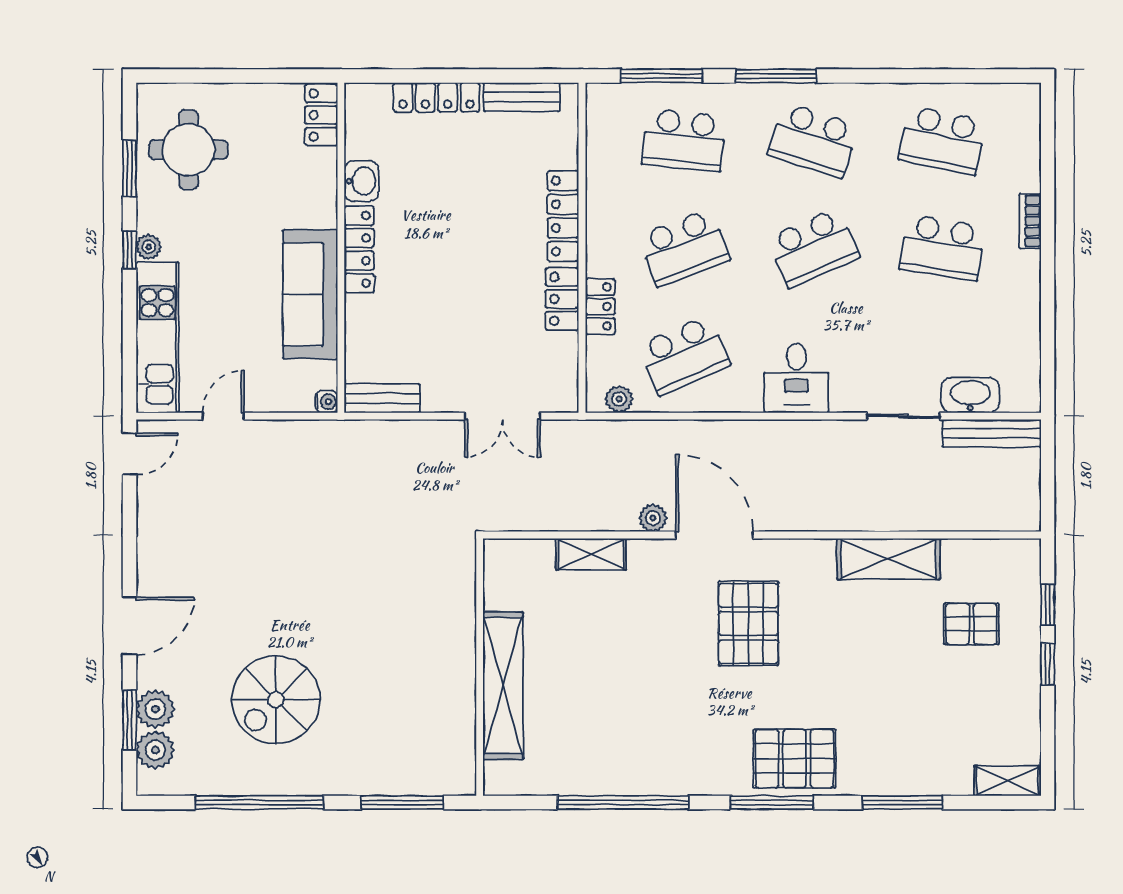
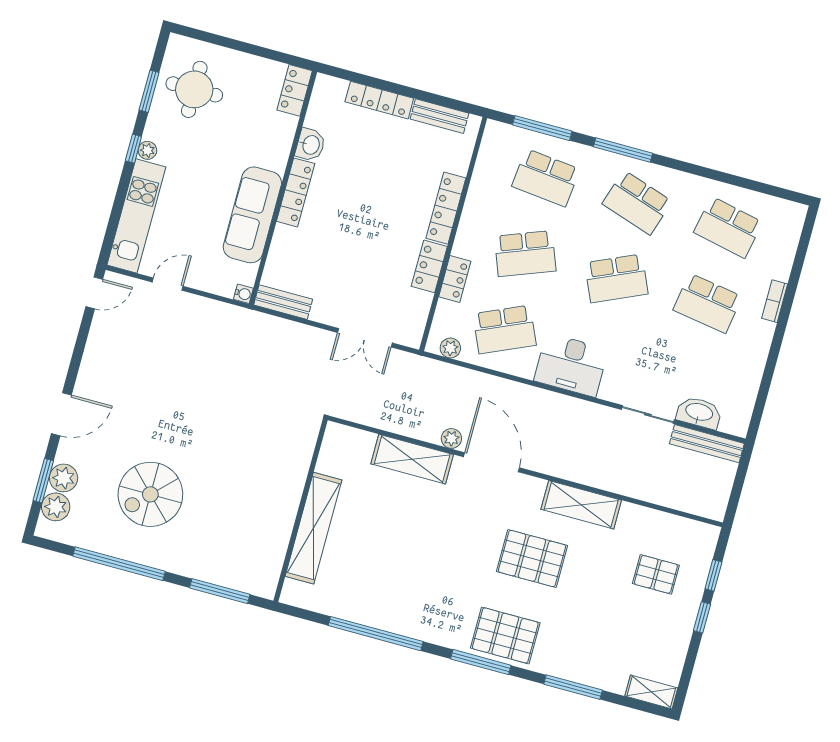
desk: (796, 378) -> (571, 365), width x1.37
shelving: (591, 554) -> (412, 459), width x1.50, depth x1.33
shelving: (888, 559) -> (581, 505), moved
pallet: (748, 624) -> (532, 558), moved, turned 90

